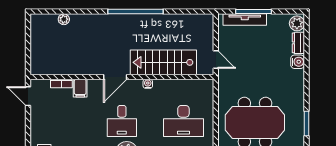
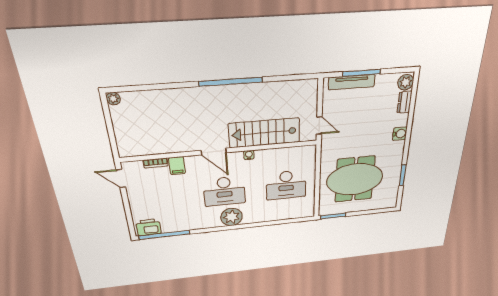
plant: (64, 19) -> (113, 99), moved
water cooler: (298, 62) -> (400, 134), moved
door: (115, 77) -> (214, 152), hinge flipped
desk: (122, 121) -> (224, 191), width x1.37

